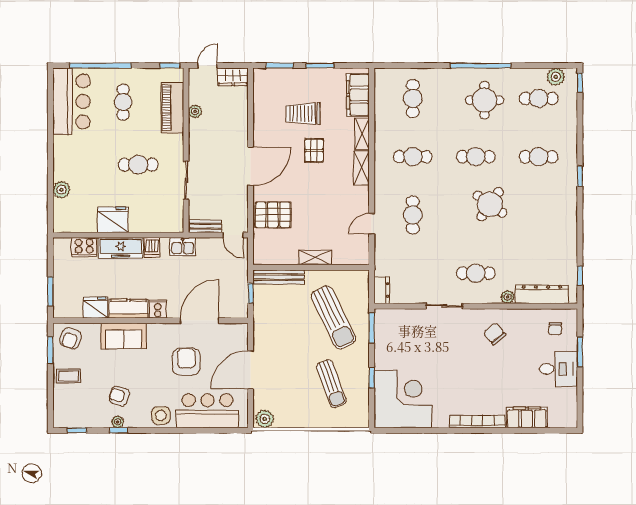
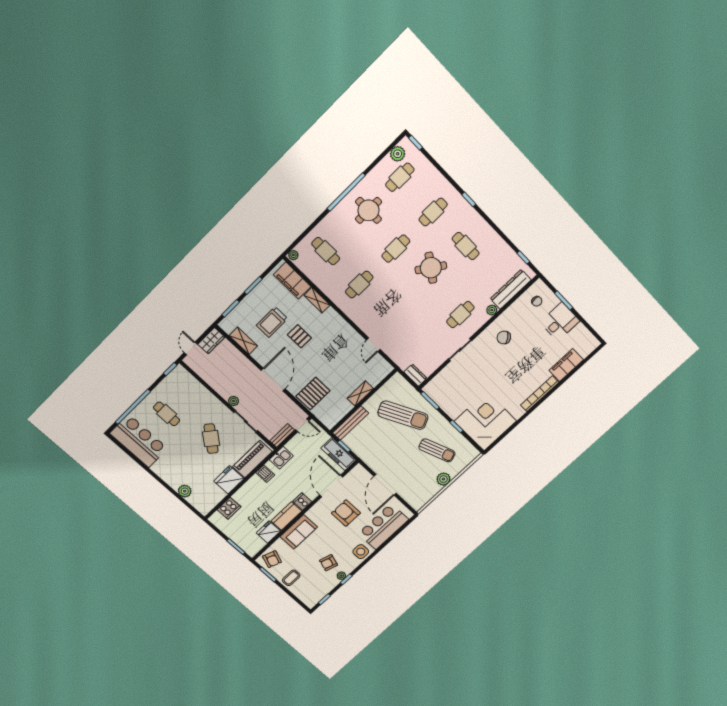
plant: (381, 74) -> (293, 255), added
piano: (173, 108) -> (252, 459), moved, turned 90
plant: (195, 111) -> (234, 401), moved
cafe table: (138, 165) -> (211, 439), turned -51
shelving: (361, 168) -> (243, 341), moved
cafe table: (413, 215) -> (466, 246), moved
freezer: (121, 248) -> (338, 454), moved, turned 90
plant: (265, 419) -> (443, 479), moved

